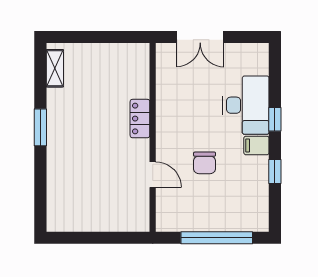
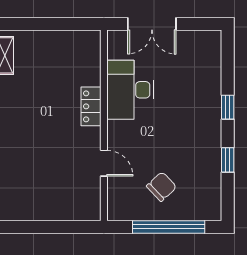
desk: (246, 105) -> (130, 90), moved, turned 180
filing cabinet: (256, 145) -> (209, 134), removed
chair: (205, 163) -> (161, 187), moved, turned -133

